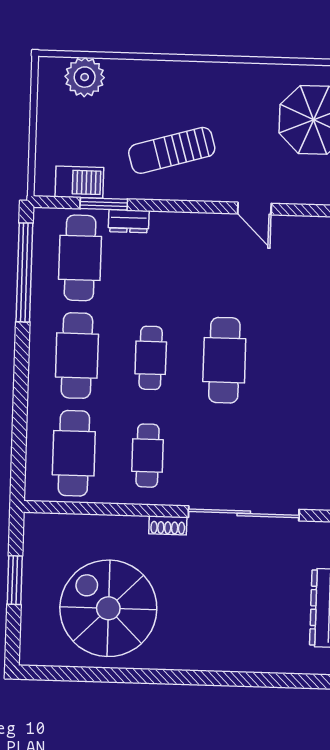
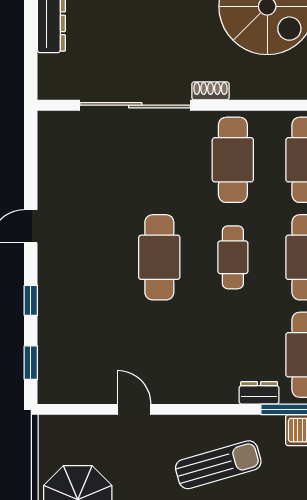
cafe table: (148, 456) -> (233, 160), width x1.37, depth x1.35

